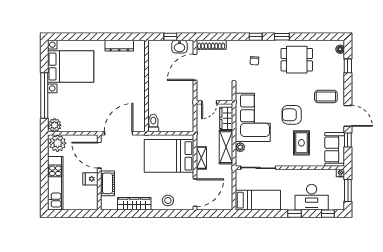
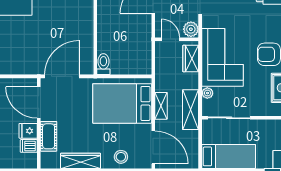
plant: (226, 94) -> (191, 29), added
door: (209, 102) -> (170, 39), swing flipped
shelving: (226, 147) -> (190, 110), moved
dishwasher: (91, 191) -> (29, 146), added
door: (195, 193) -> (153, 147), hinge flipped

